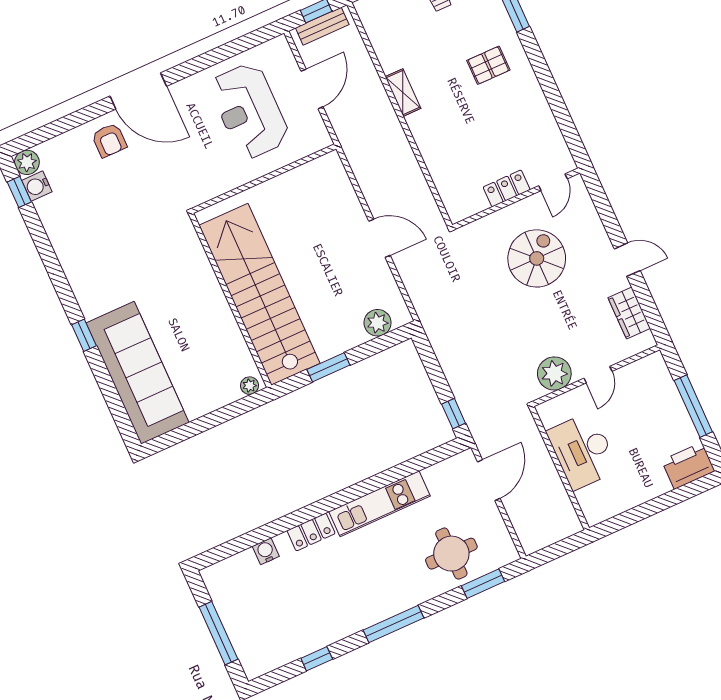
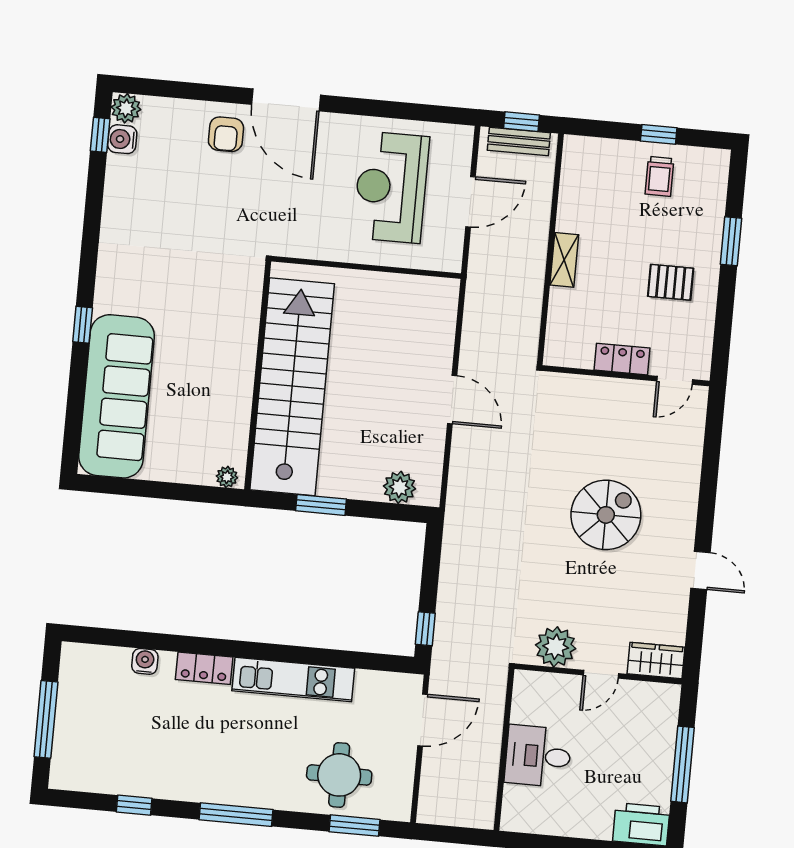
door: (553, 182) -> (675, 380), moved
locker: (507, 188) -> (622, 359), moved
wall: (516, 199) -> (626, 376), moved
wardrobe: (629, 313) -> (656, 660), moved, turned 90
desk: (583, 451) -> (538, 756), width x0.73

